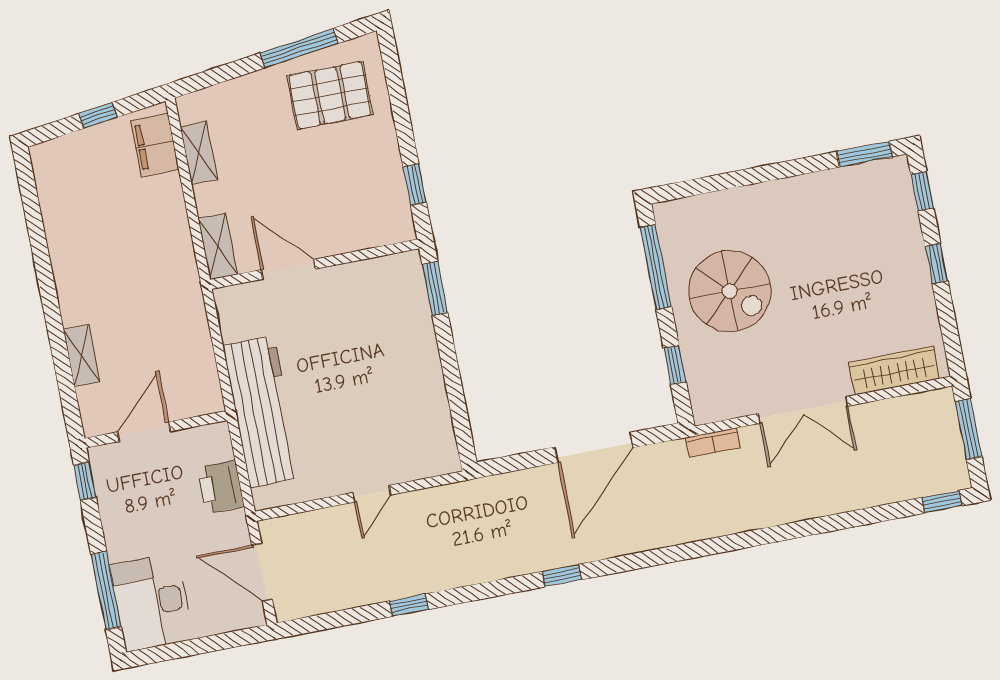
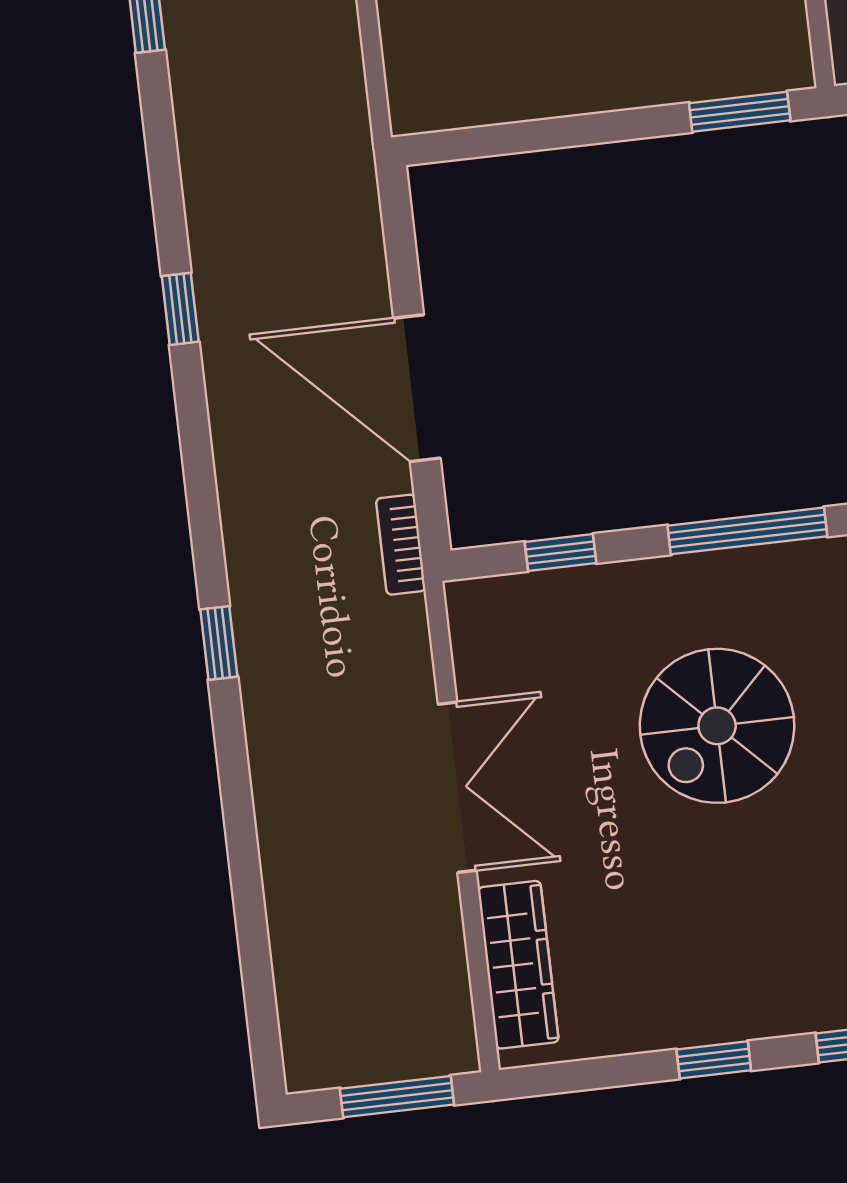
spiral stairs: (730, 291) -> (717, 726), moved
double door: (803, 410) -> (457, 787), swing flipped
bookcase: (713, 443) -> (401, 545), moved
window: (942, 502) -> (219, 643), moved

